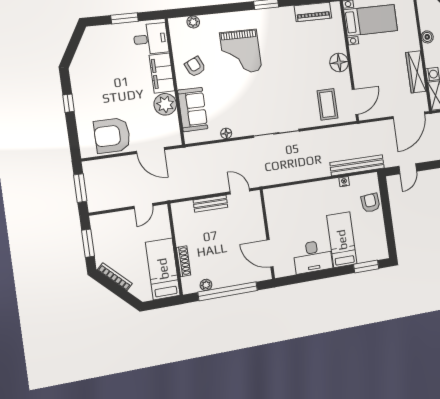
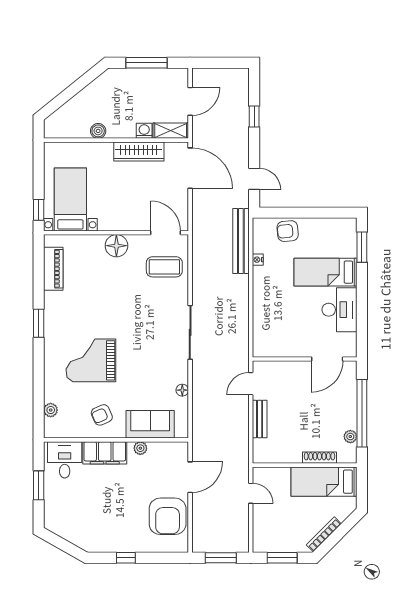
grand piano: (241, 52) -> (91, 360), turned 180
plant: (165, 104) -> (140, 448), width x0.53, depth x0.53

